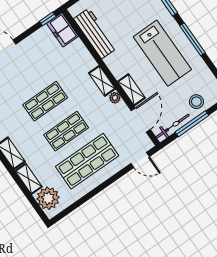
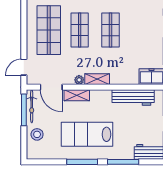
window: (192, 124) -> (24, 110), moved

